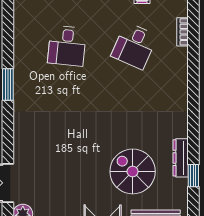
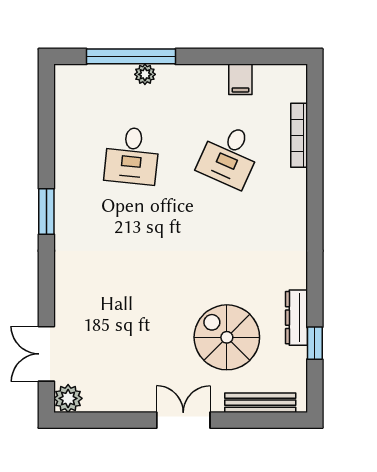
bookcase: (182, 32) -> (299, 135), width x1.56

